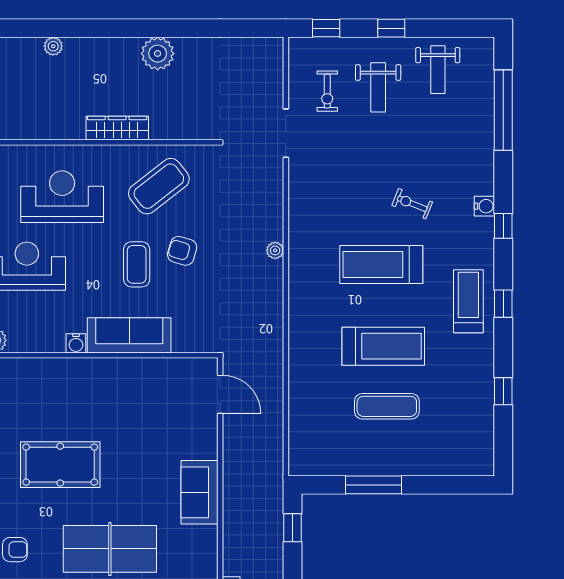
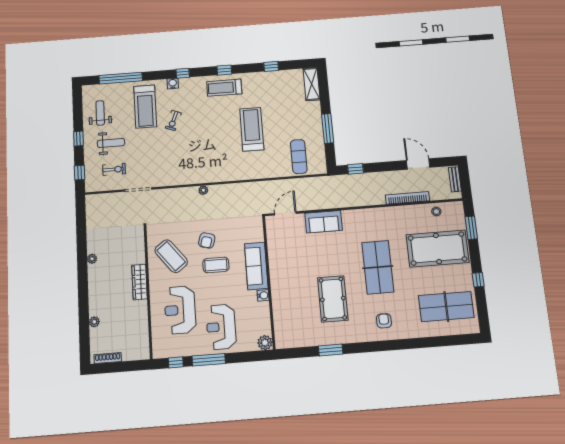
plant: (158, 54) -> (92, 259), width x0.53, depth x0.53
weight bench: (438, 70) -> (100, 113), turned -90
treadmill: (381, 264) -> (145, 107), moved
exercise mat: (387, 406) -> (299, 157), moved
shelving: (462, 463) -> (312, 84), added
sofa: (199, 492) -> (324, 222), moved

